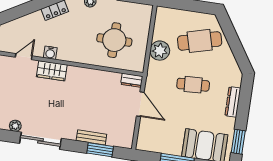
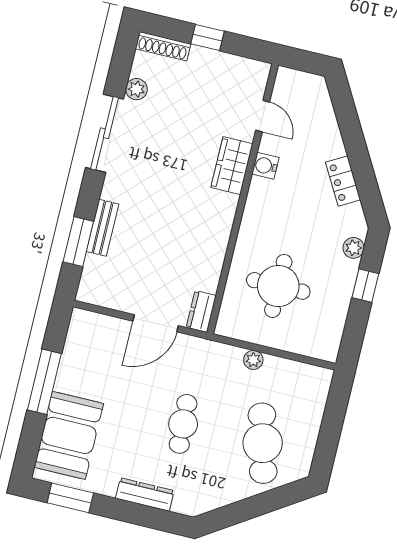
plant: (160, 51) -> (253, 360), width x0.53, depth x0.53

